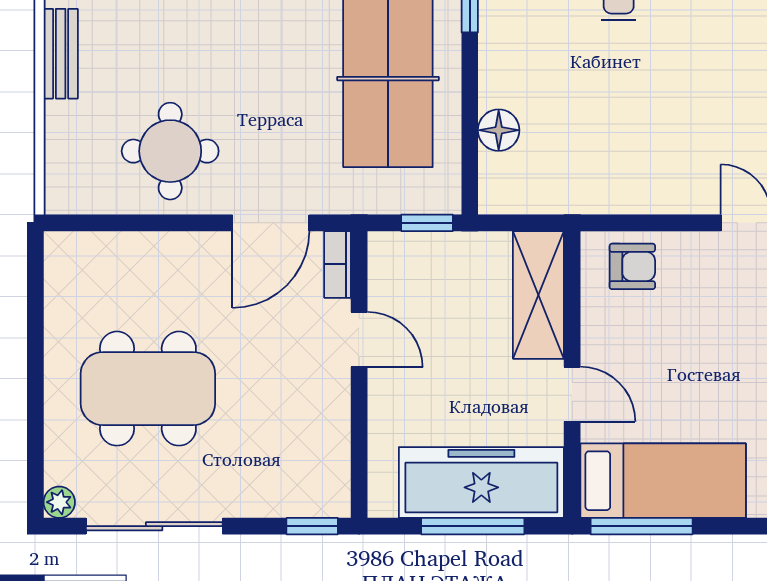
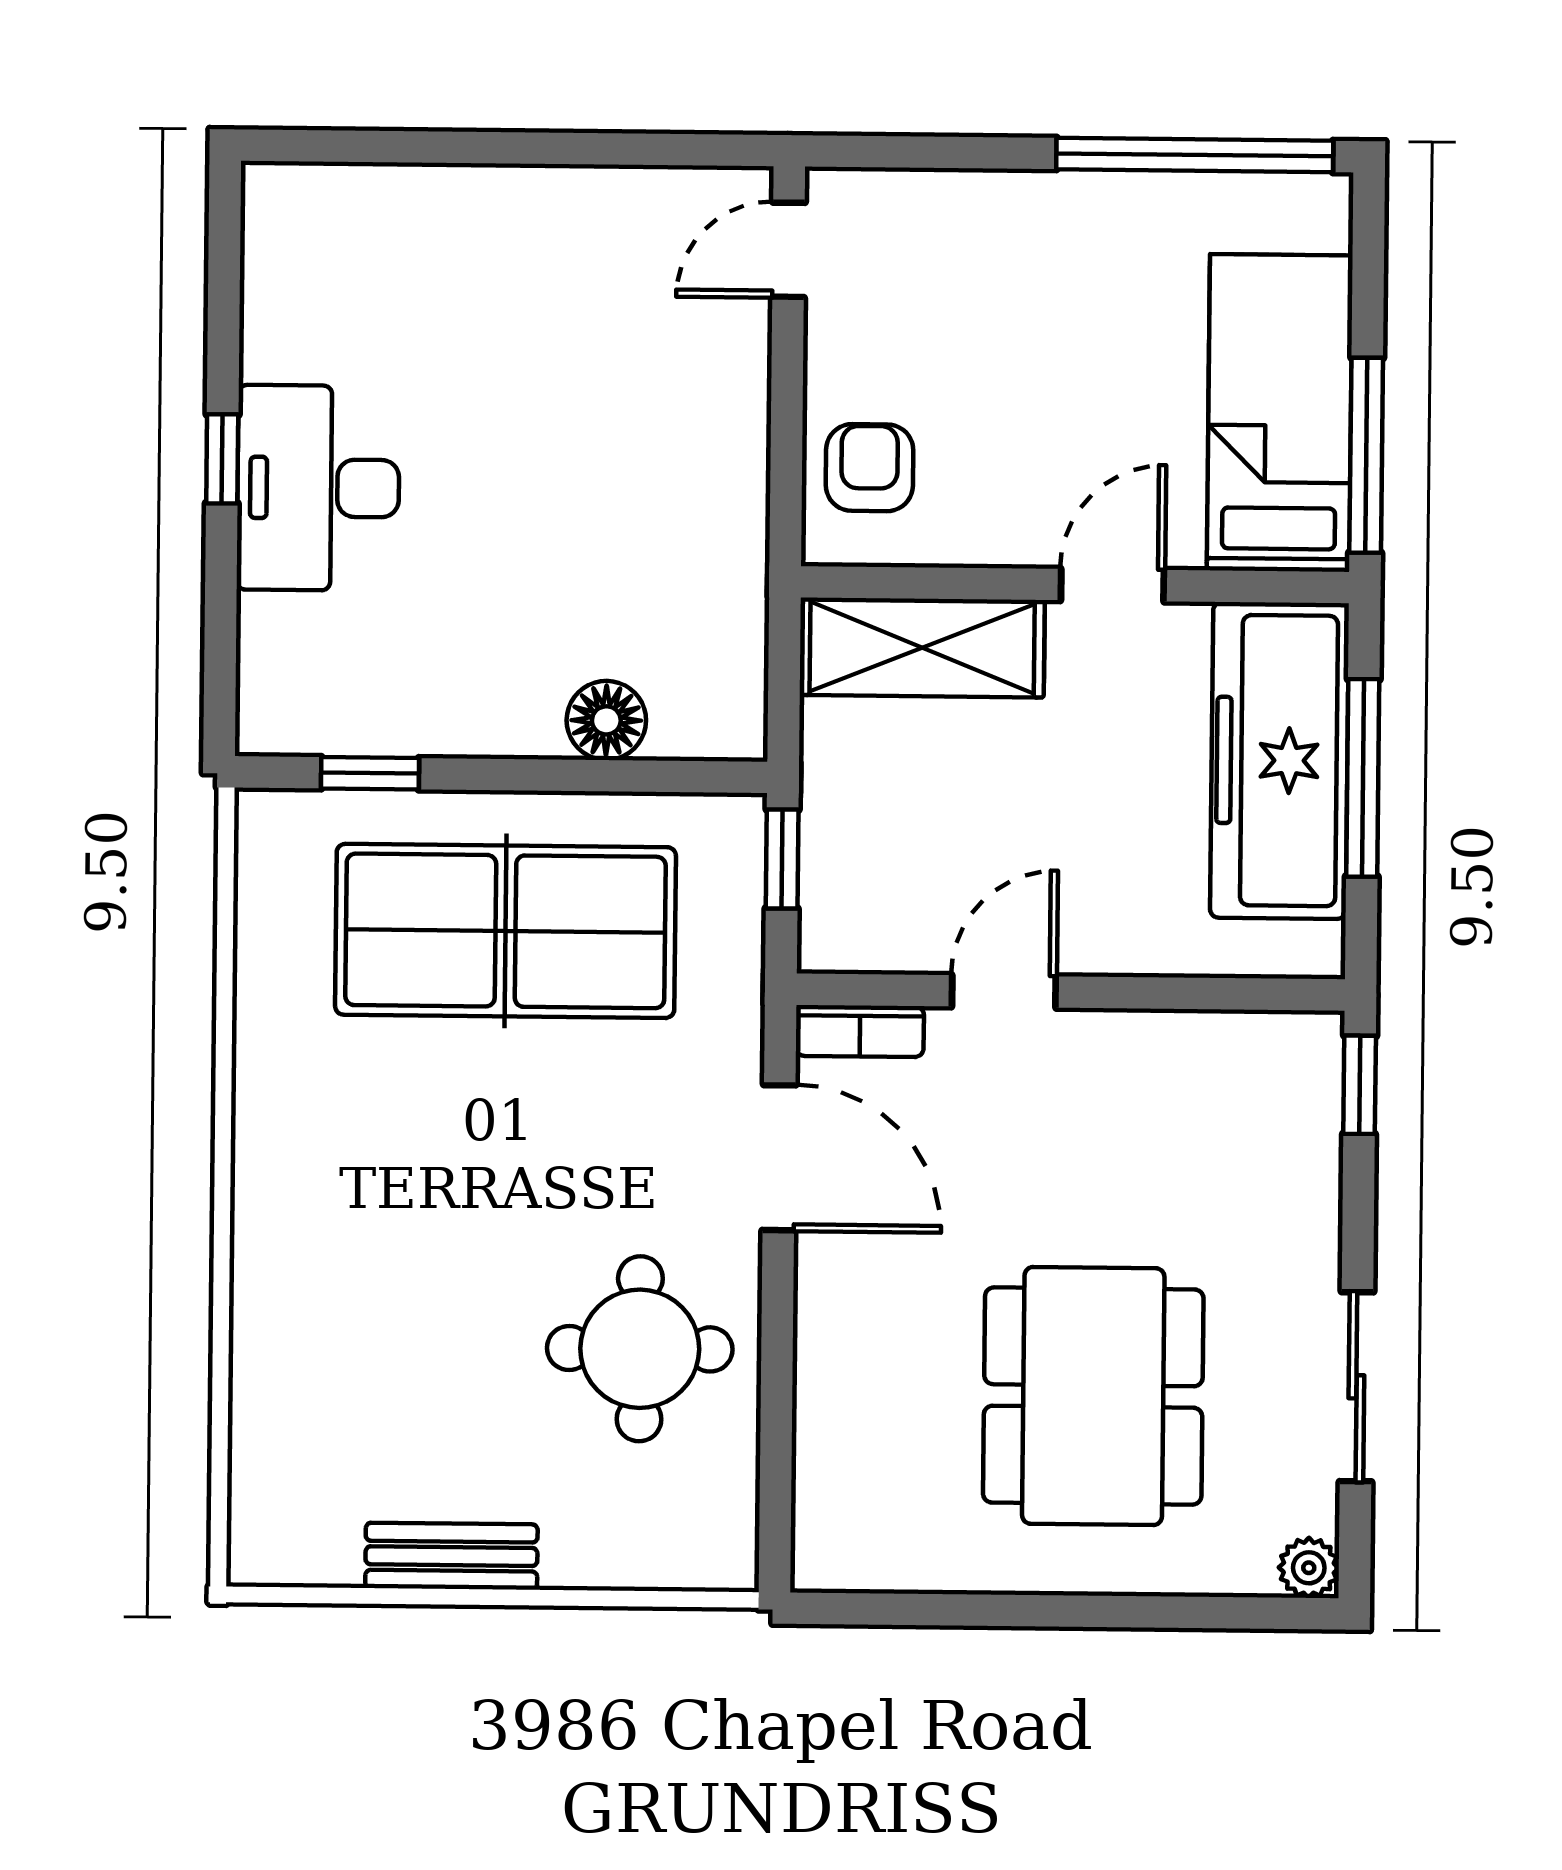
sliding door: (154, 526) -> (1356, 1387), width x0.73

